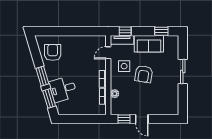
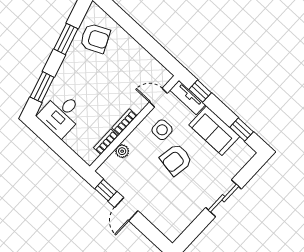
armchair: (53, 52) -> (95, 38), turned 65
window: (42, 76) -> (66, 39), moved
desk: (63, 89) -> (61, 114), moved, turned -73

